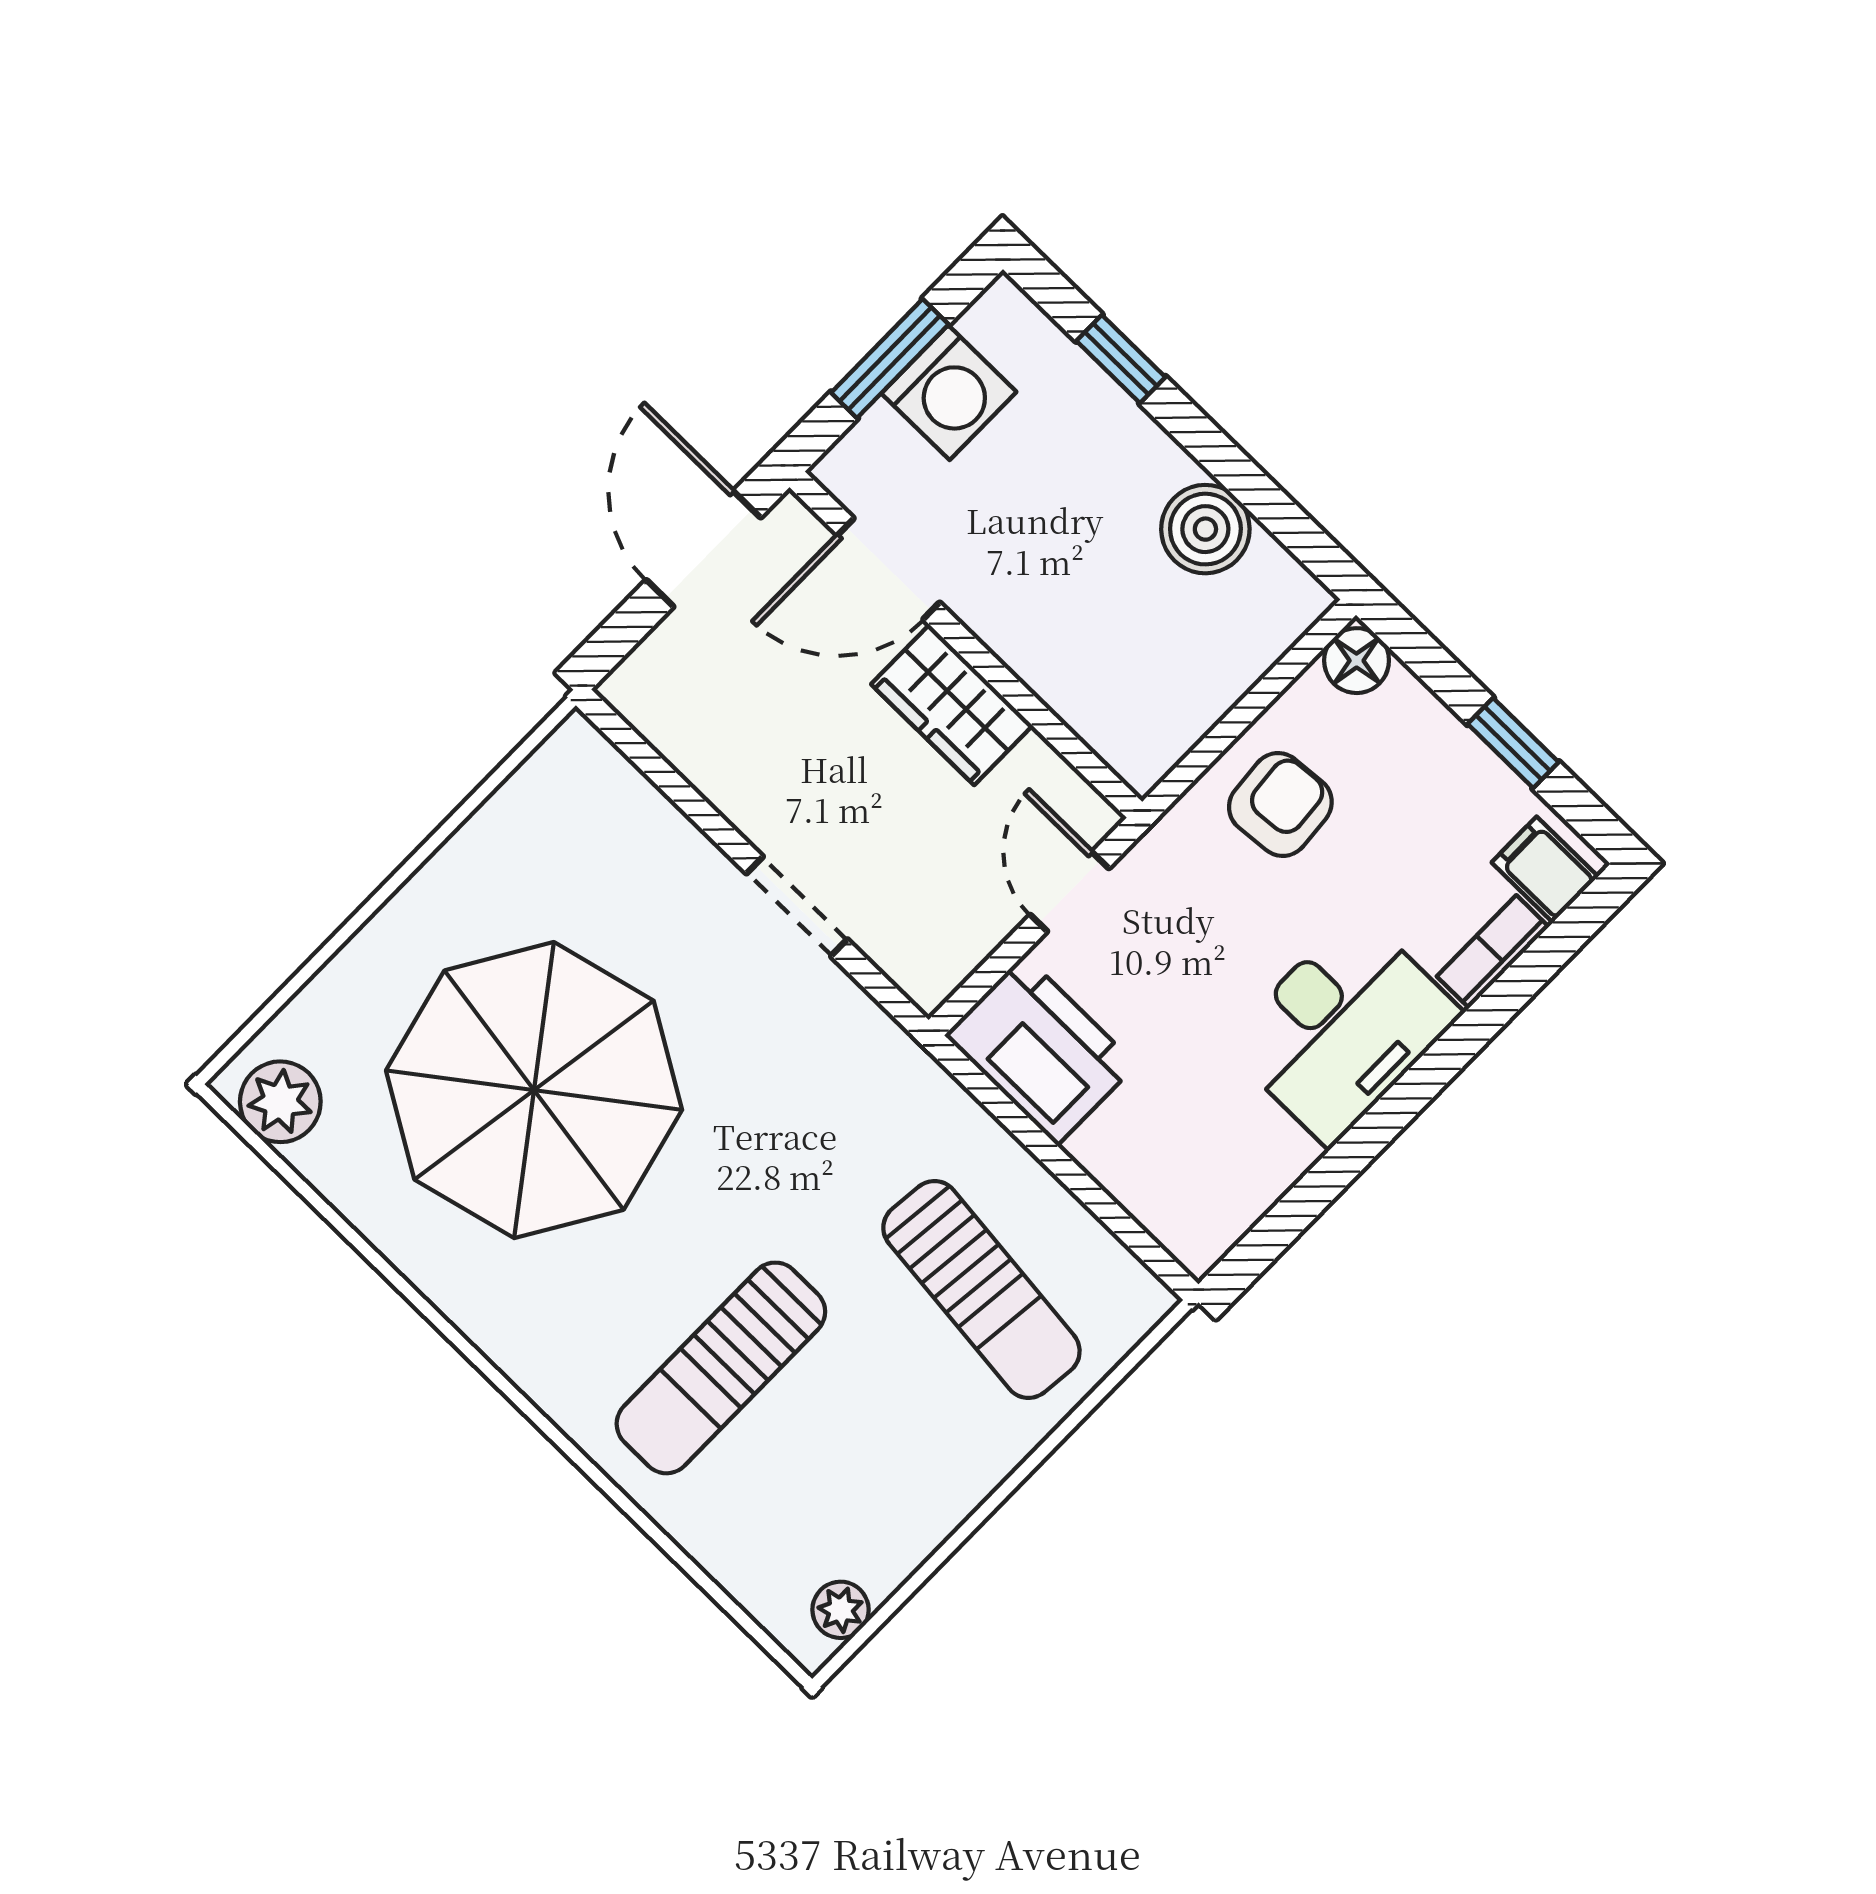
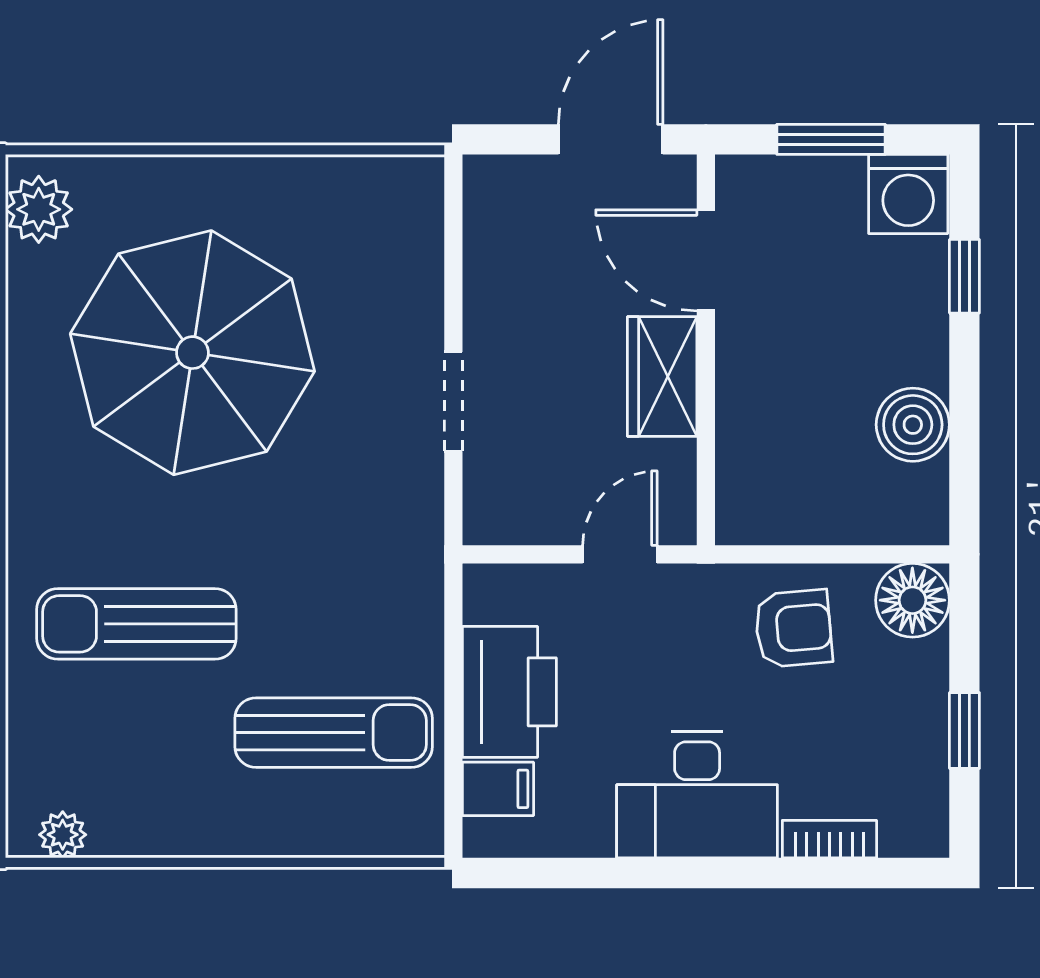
washing machine: (949, 393) -> (908, 194), moved
floor lamp: (1357, 661) -> (912, 600), width x1.38, depth x1.38
filing cabinet: (1545, 869) -> (498, 789), moved, turned 90
printer: (1040, 1050) -> (509, 692), moved
sun lounger: (981, 1290) -> (334, 733), turned -96

